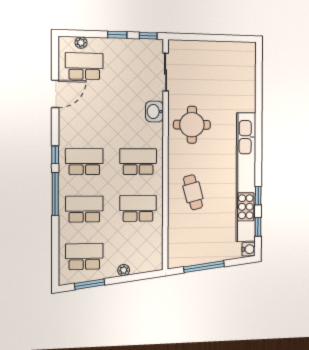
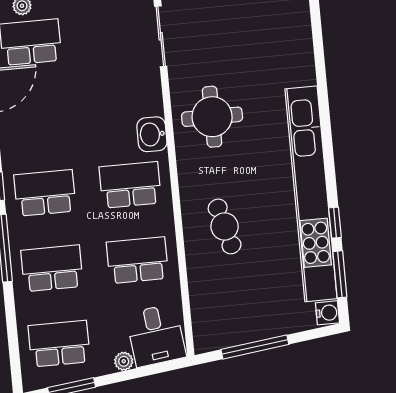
washbasin: (154, 112) -> (152, 134), moved
window: (258, 227) -> (340, 274), width x1.50
desk: (145, 256) -> (156, 335), added

